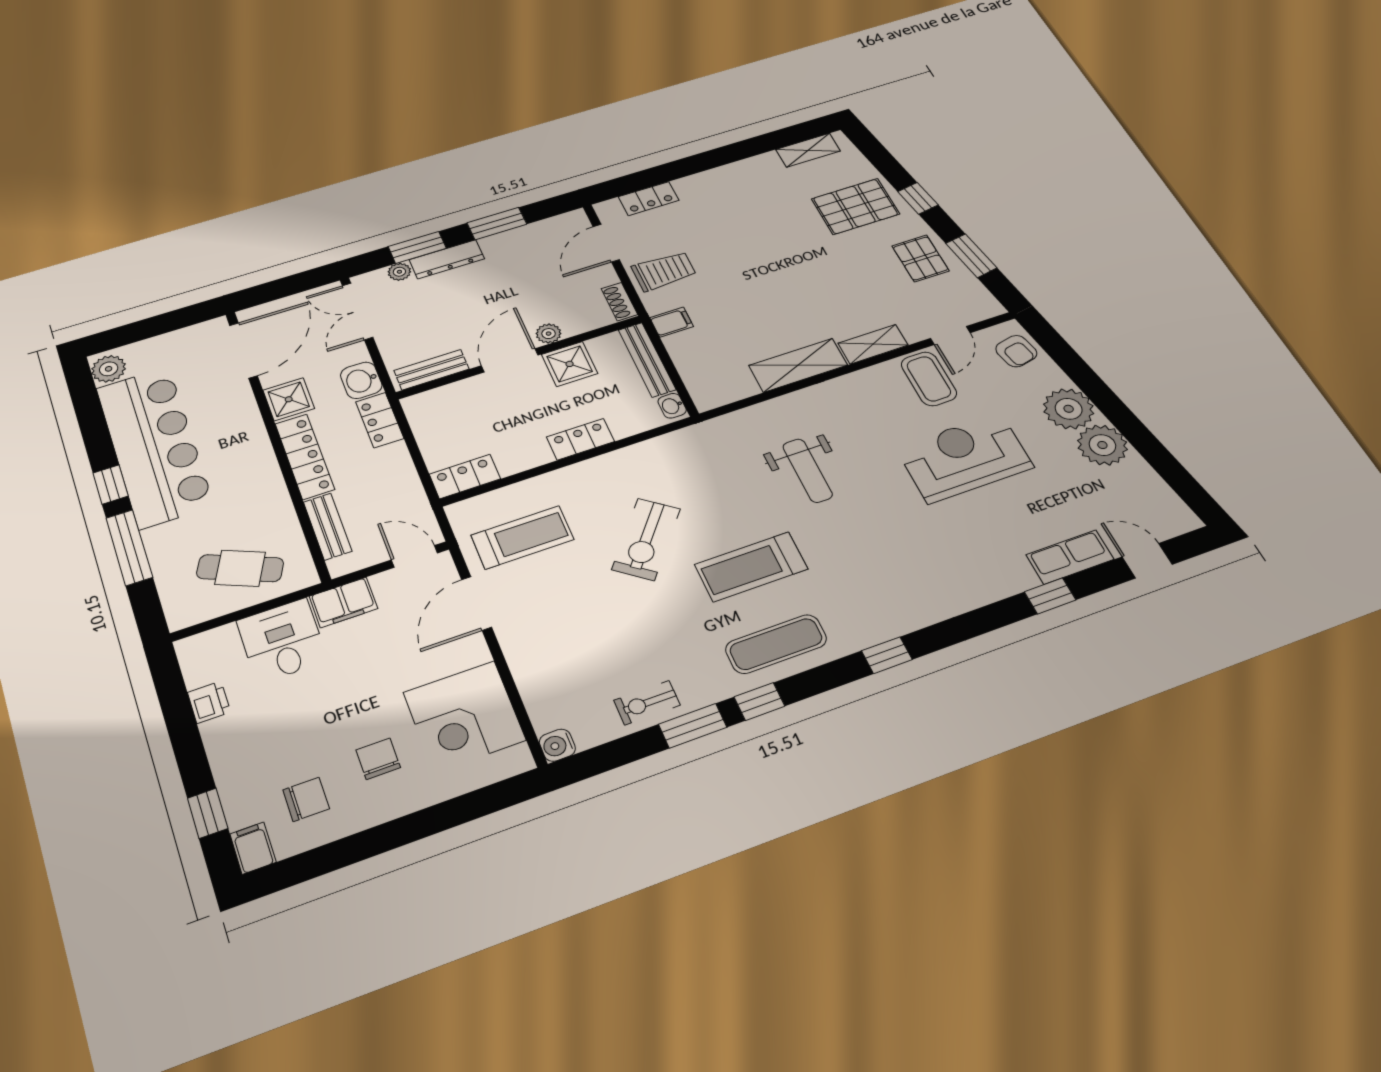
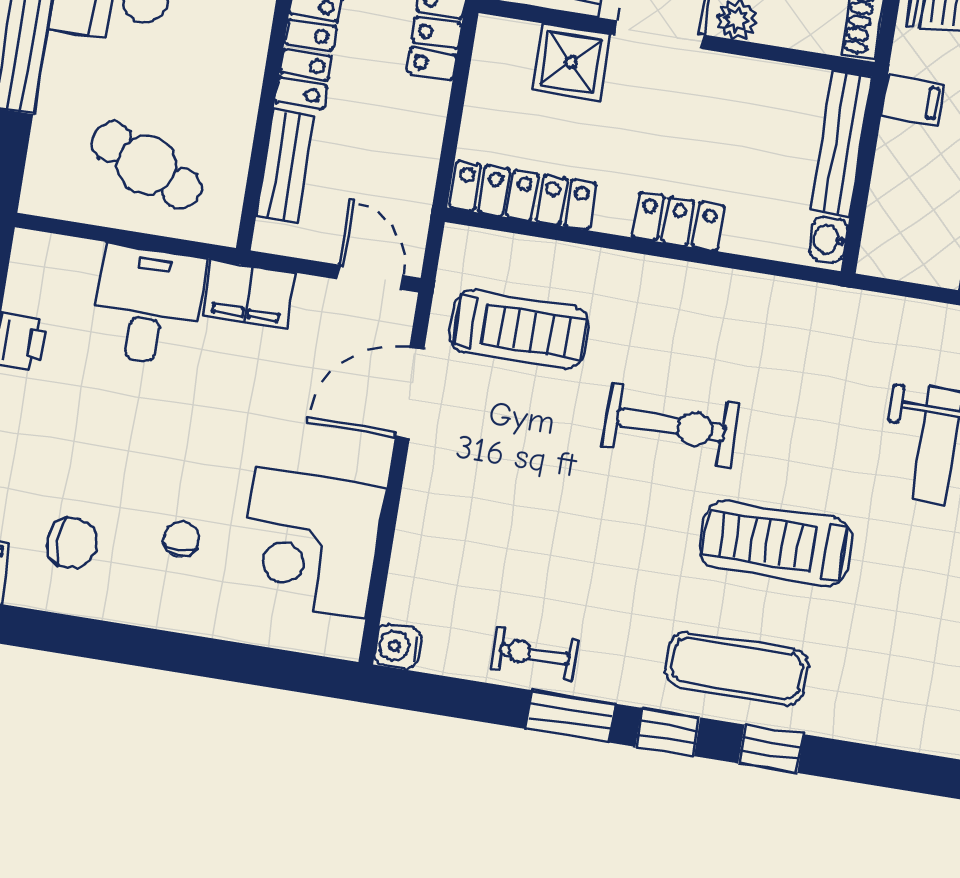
shower: (570, 364) -> (571, 62), moved
locker: (465, 476) -> (523, 195), width x1.53
exercise bike: (646, 539) -> (671, 425), turned -129
window: (887, 655) -> (771, 749), moved
chair: (378, 759) -> (181, 539), width x0.73, depth x0.73

